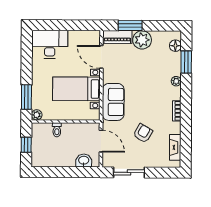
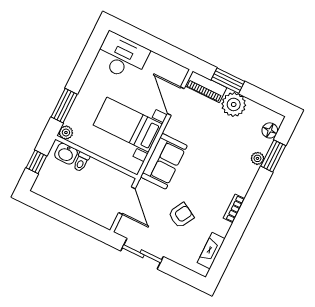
plant: (176, 81) -> (257, 158), moved
washbasin: (84, 161) -> (66, 154), moved, turned 180

